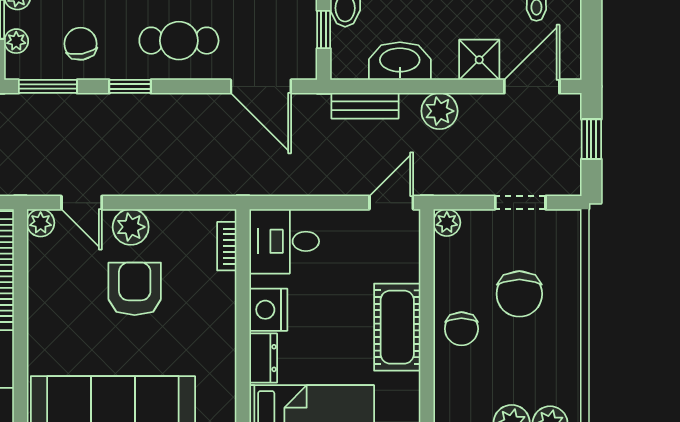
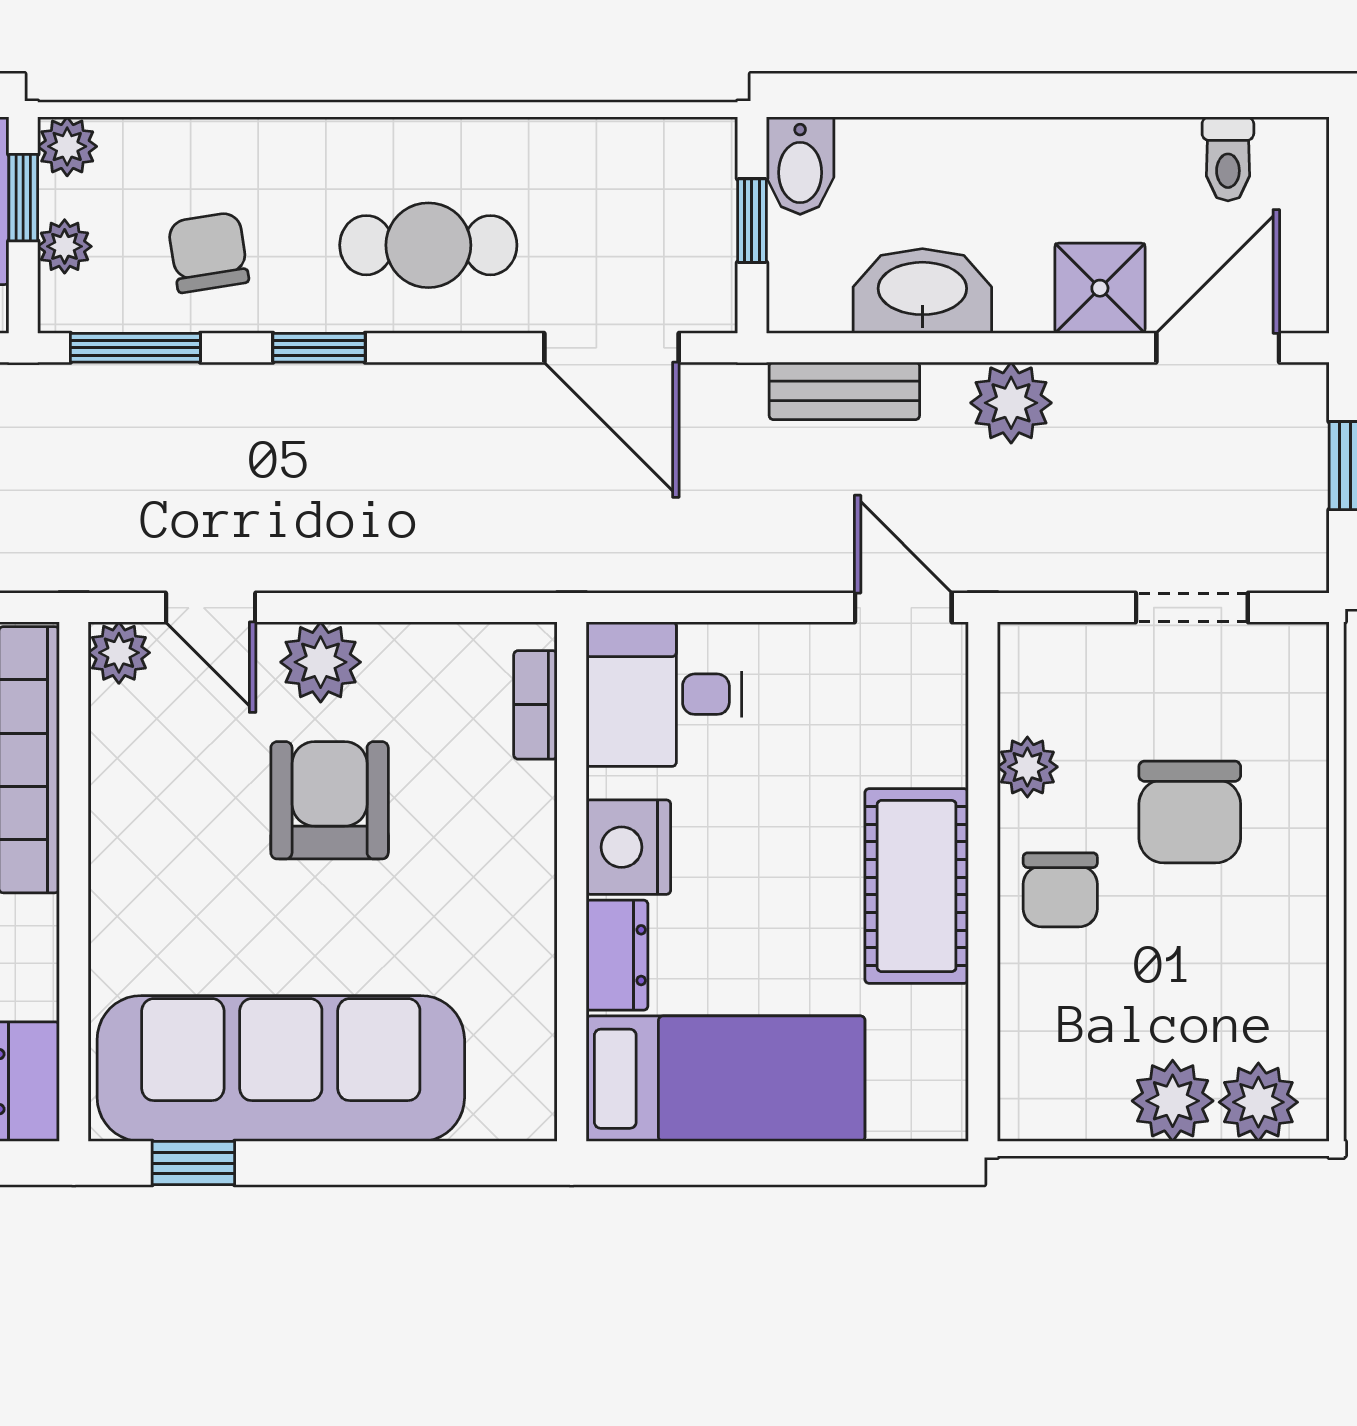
door: (391, 203) -> (903, 608), hinge flipped
plant: (447, 223) -> (1027, 767), moved

